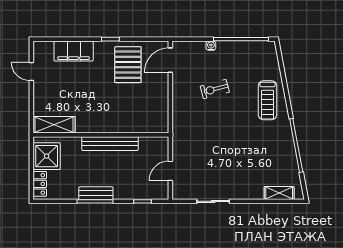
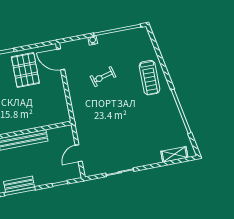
door: (170, 60) -> (61, 59), hinge flipped

